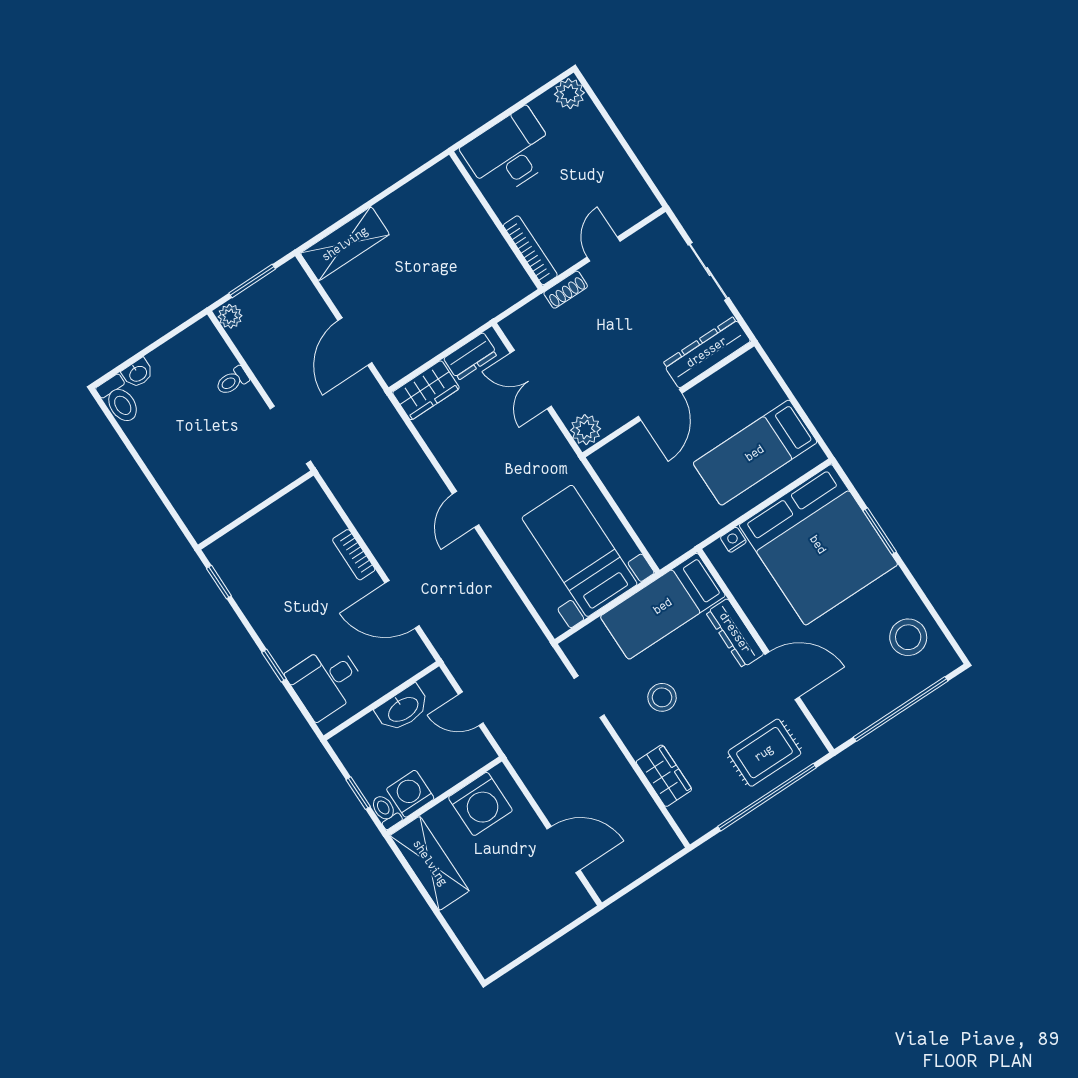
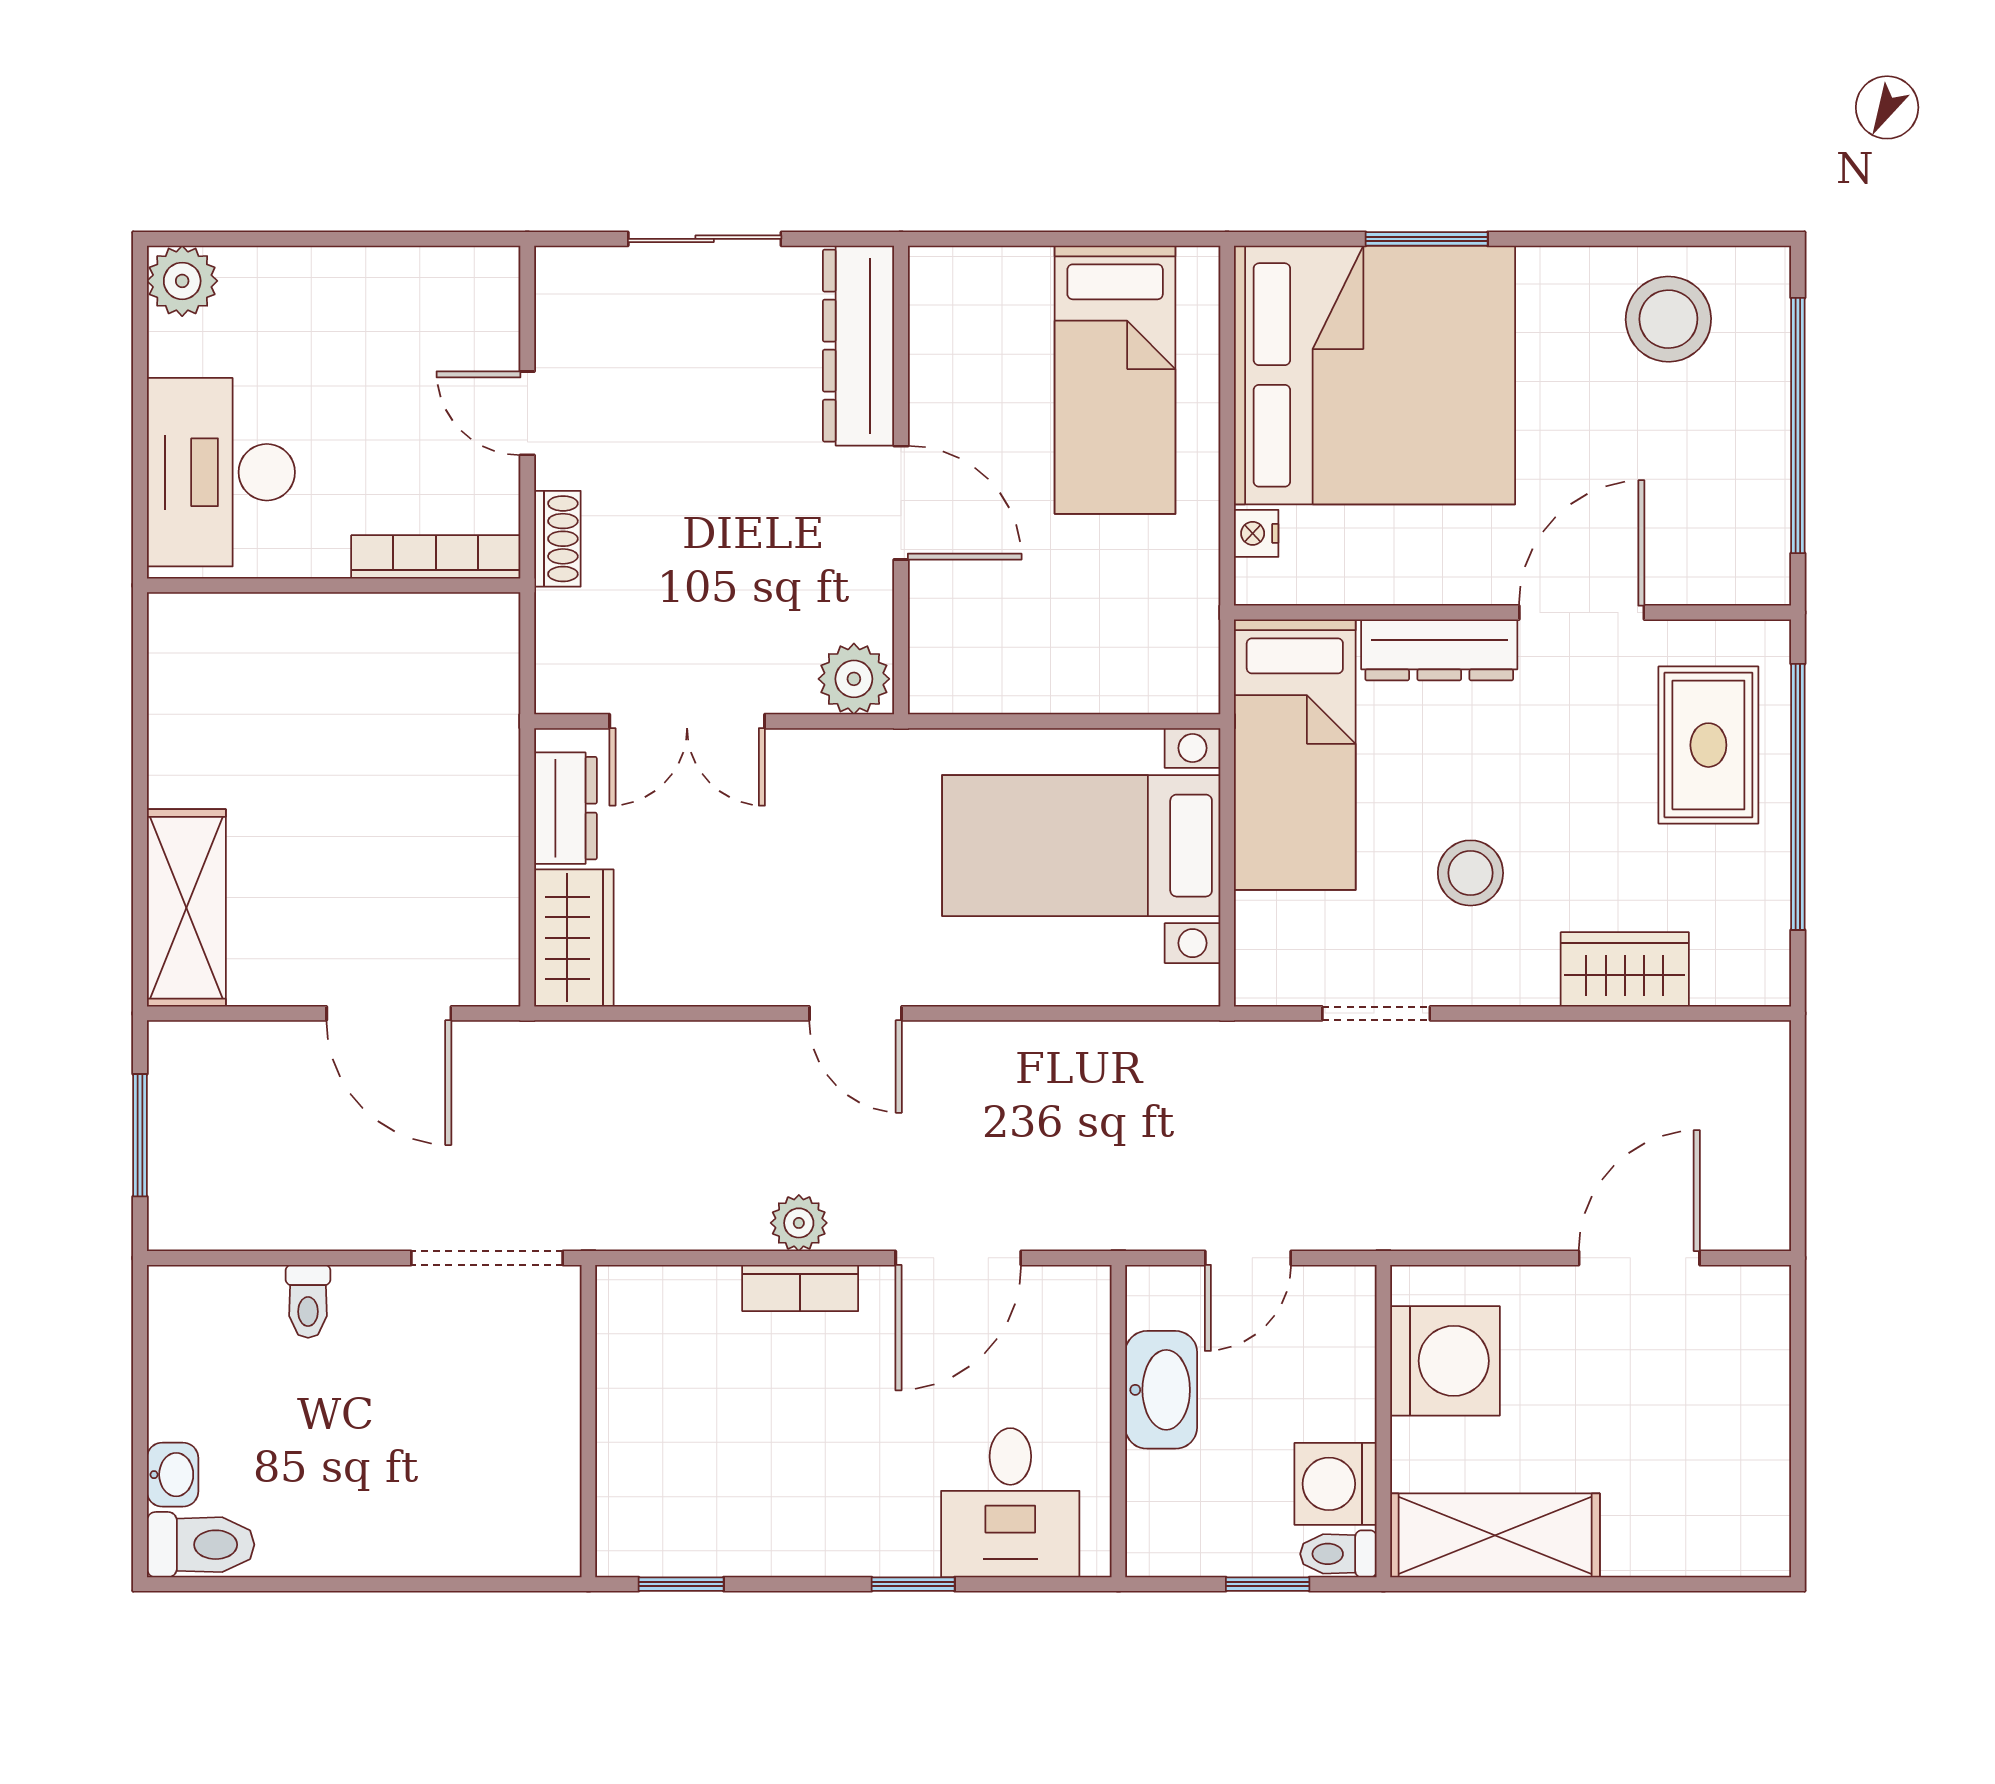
plant: (230, 316) -> (799, 1223), moved

